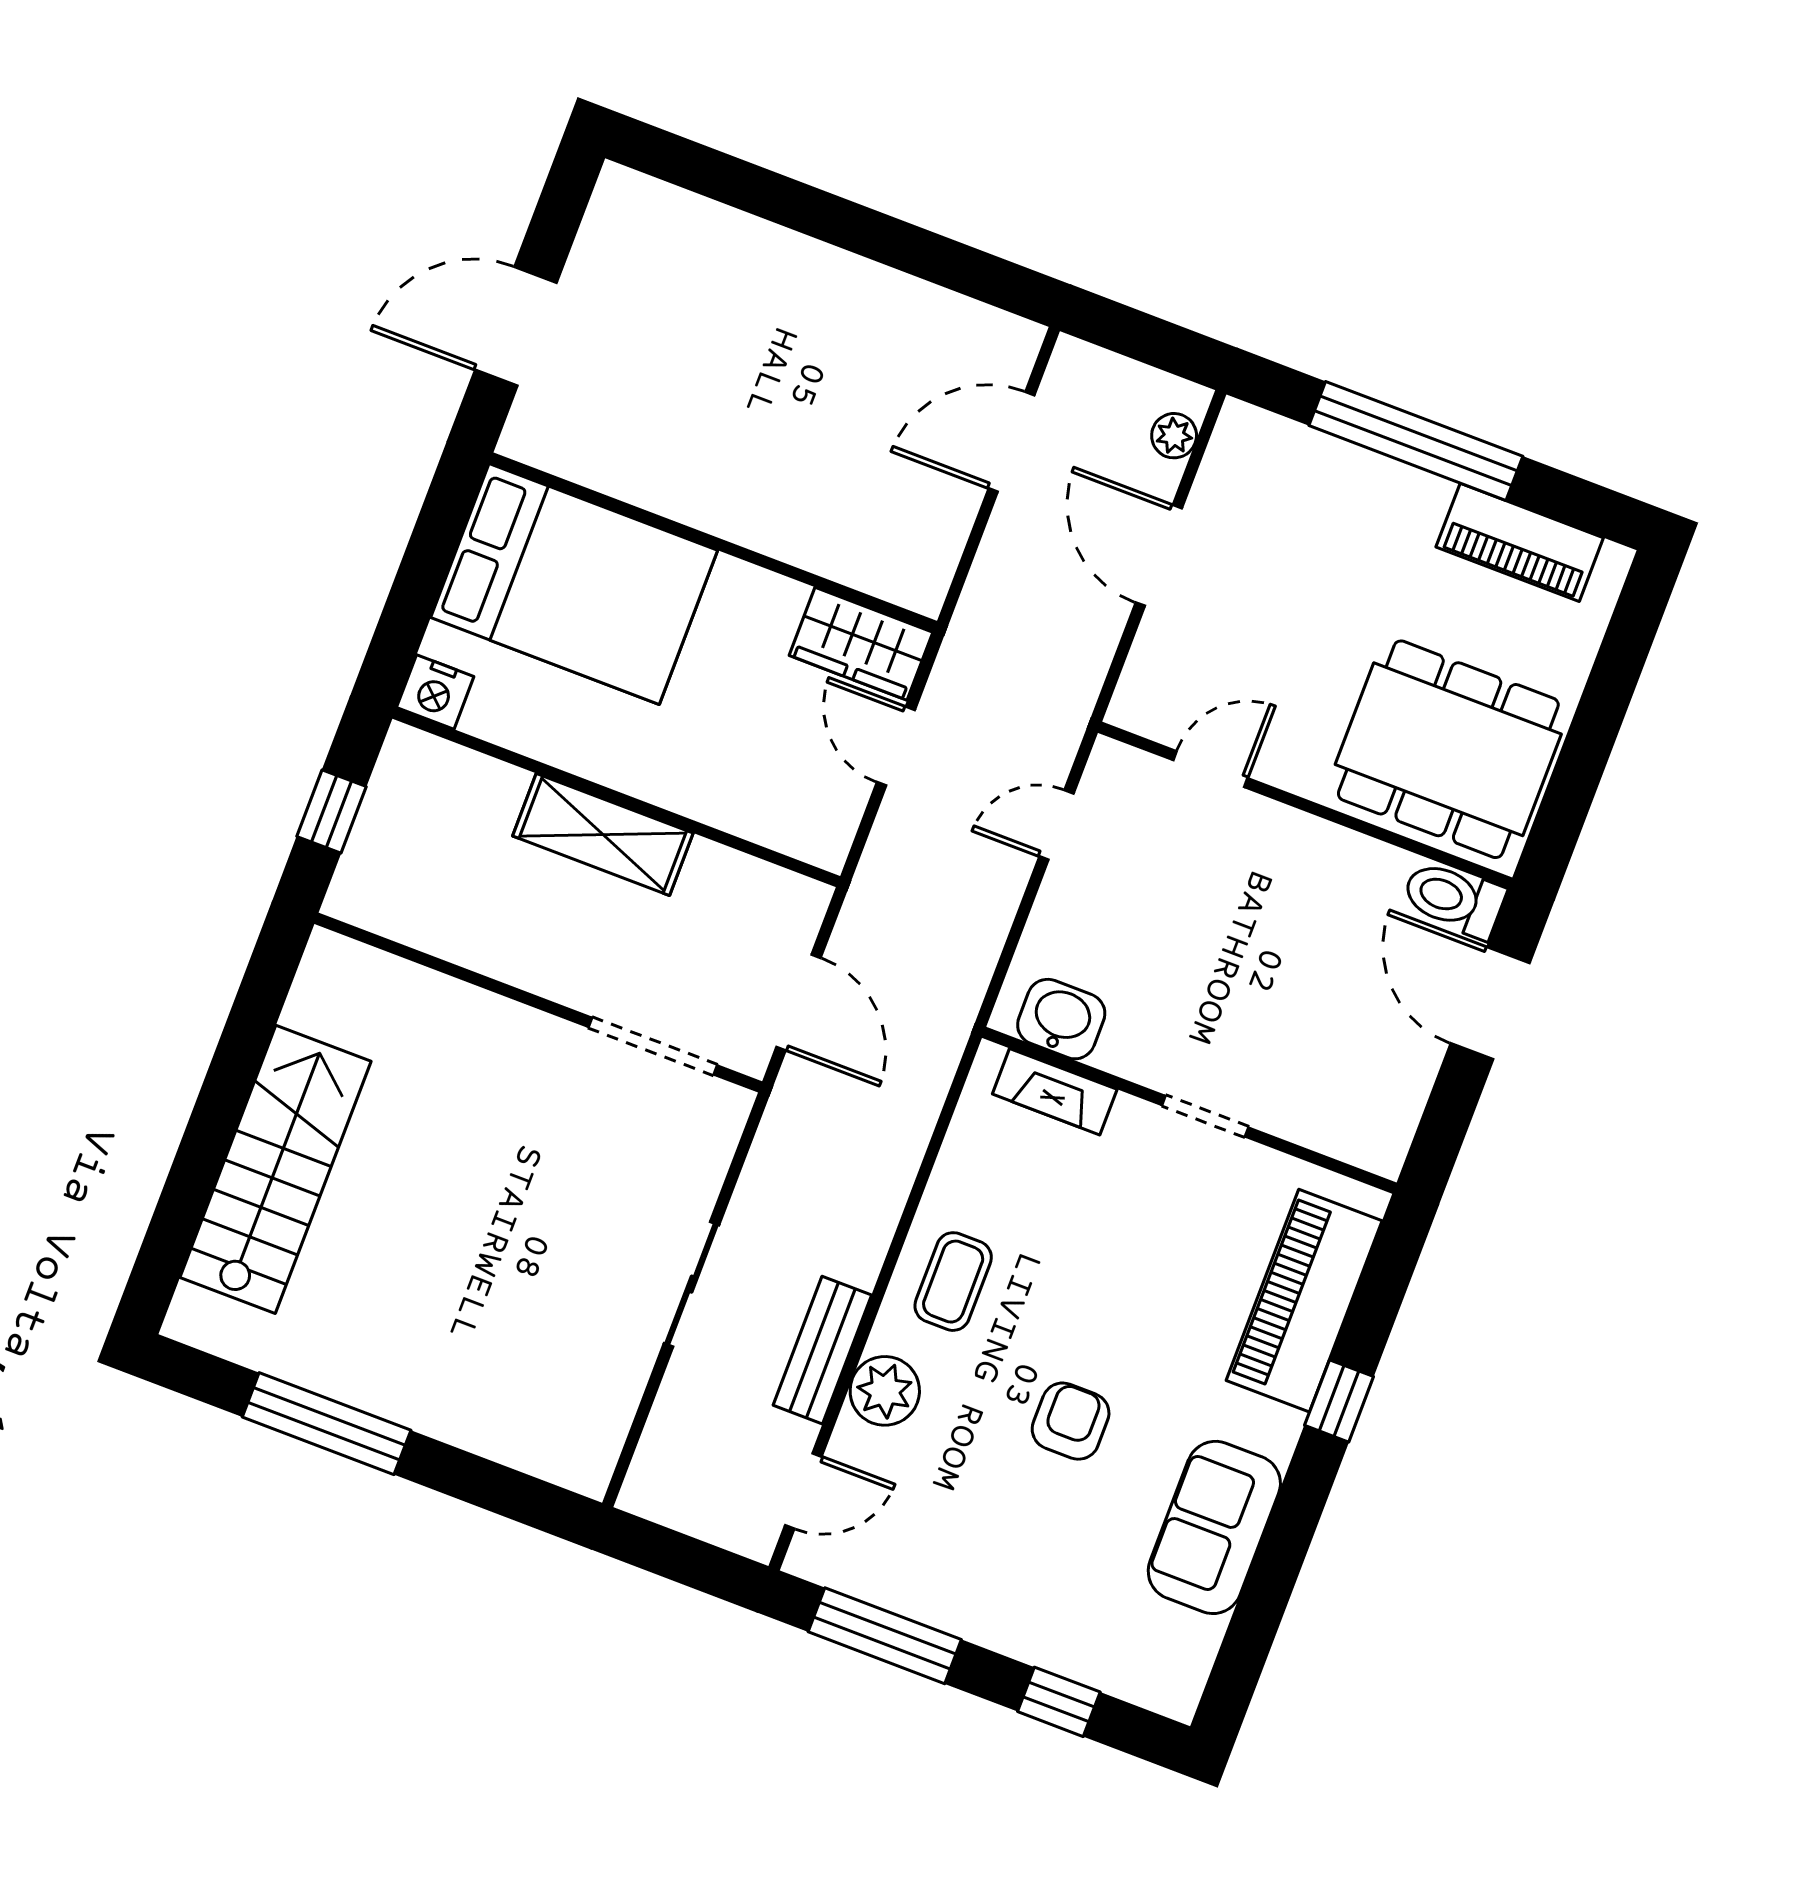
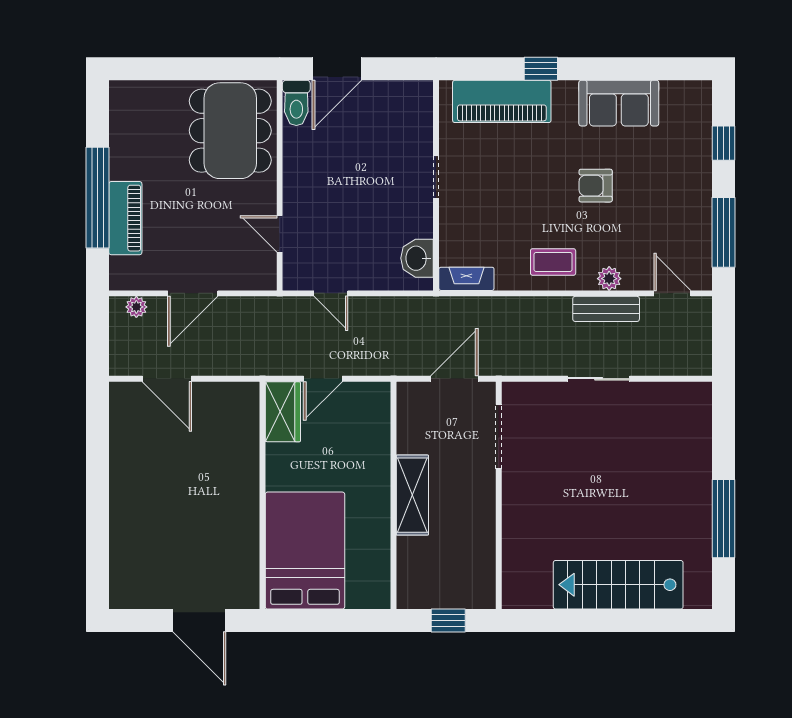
piano: (1520, 542) -> (125, 218), moved
nightstand: (435, 692) -> (377, 594), removed
fireplace: (1055, 1092) -> (466, 279), moved, turned -90
plant: (885, 1391) -> (609, 279), width x0.73, depth x0.73

